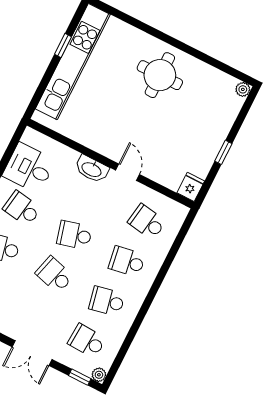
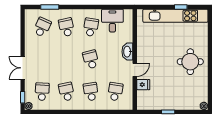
fridge: (191, 187) -> (143, 85), moved
school desk: (54, 275) -> (66, 59), removed

